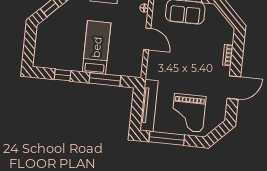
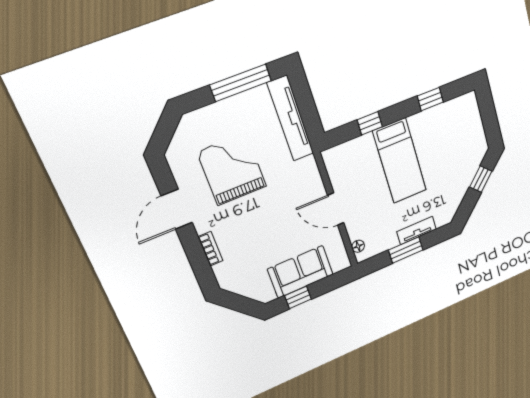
window: (105, 79) -> (370, 123), width x0.46
grand piano: (189, 113) -> (232, 169), moved

